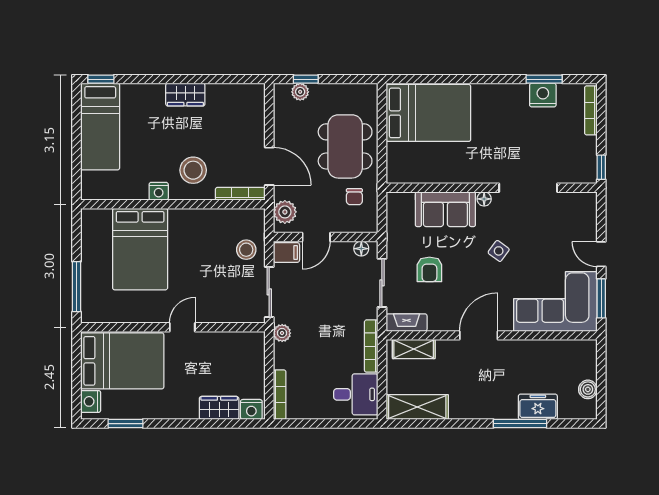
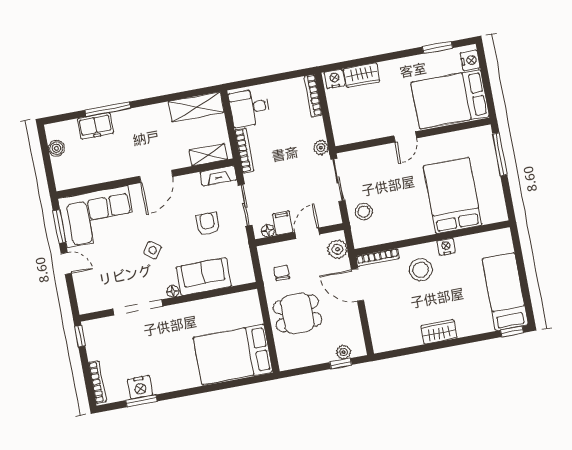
dining table: (345, 146) -> (297, 313), width x0.73
filing cabinet: (286, 253) -> (283, 223), moved, turned 90

